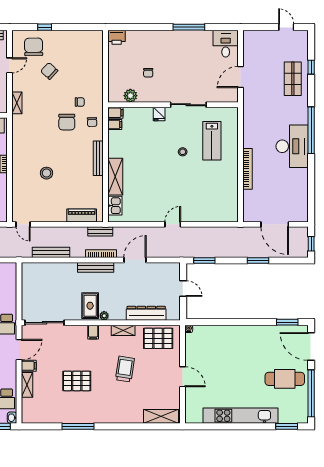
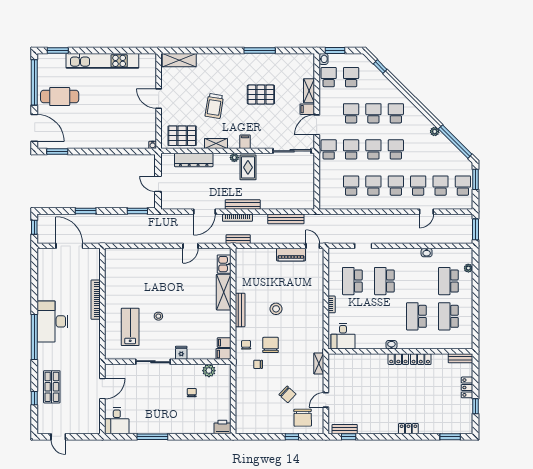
stool: (46, 173) -> (276, 309), moved
piano: (82, 215) -> (291, 255), moved
door: (173, 224) -> (191, 246), moved

